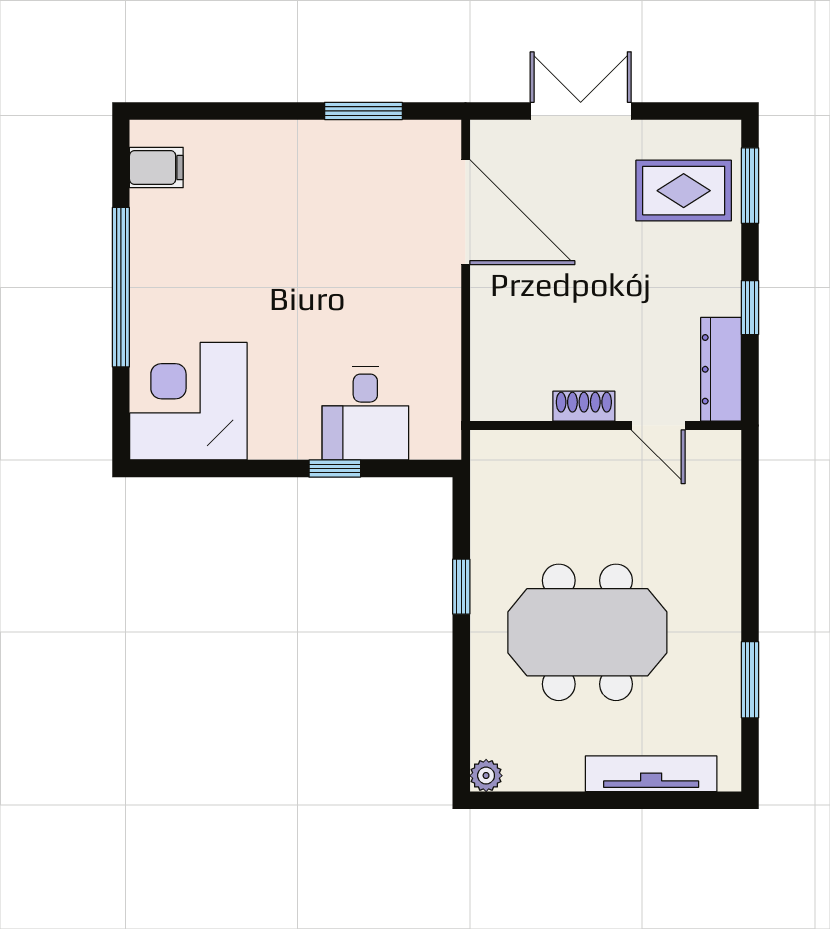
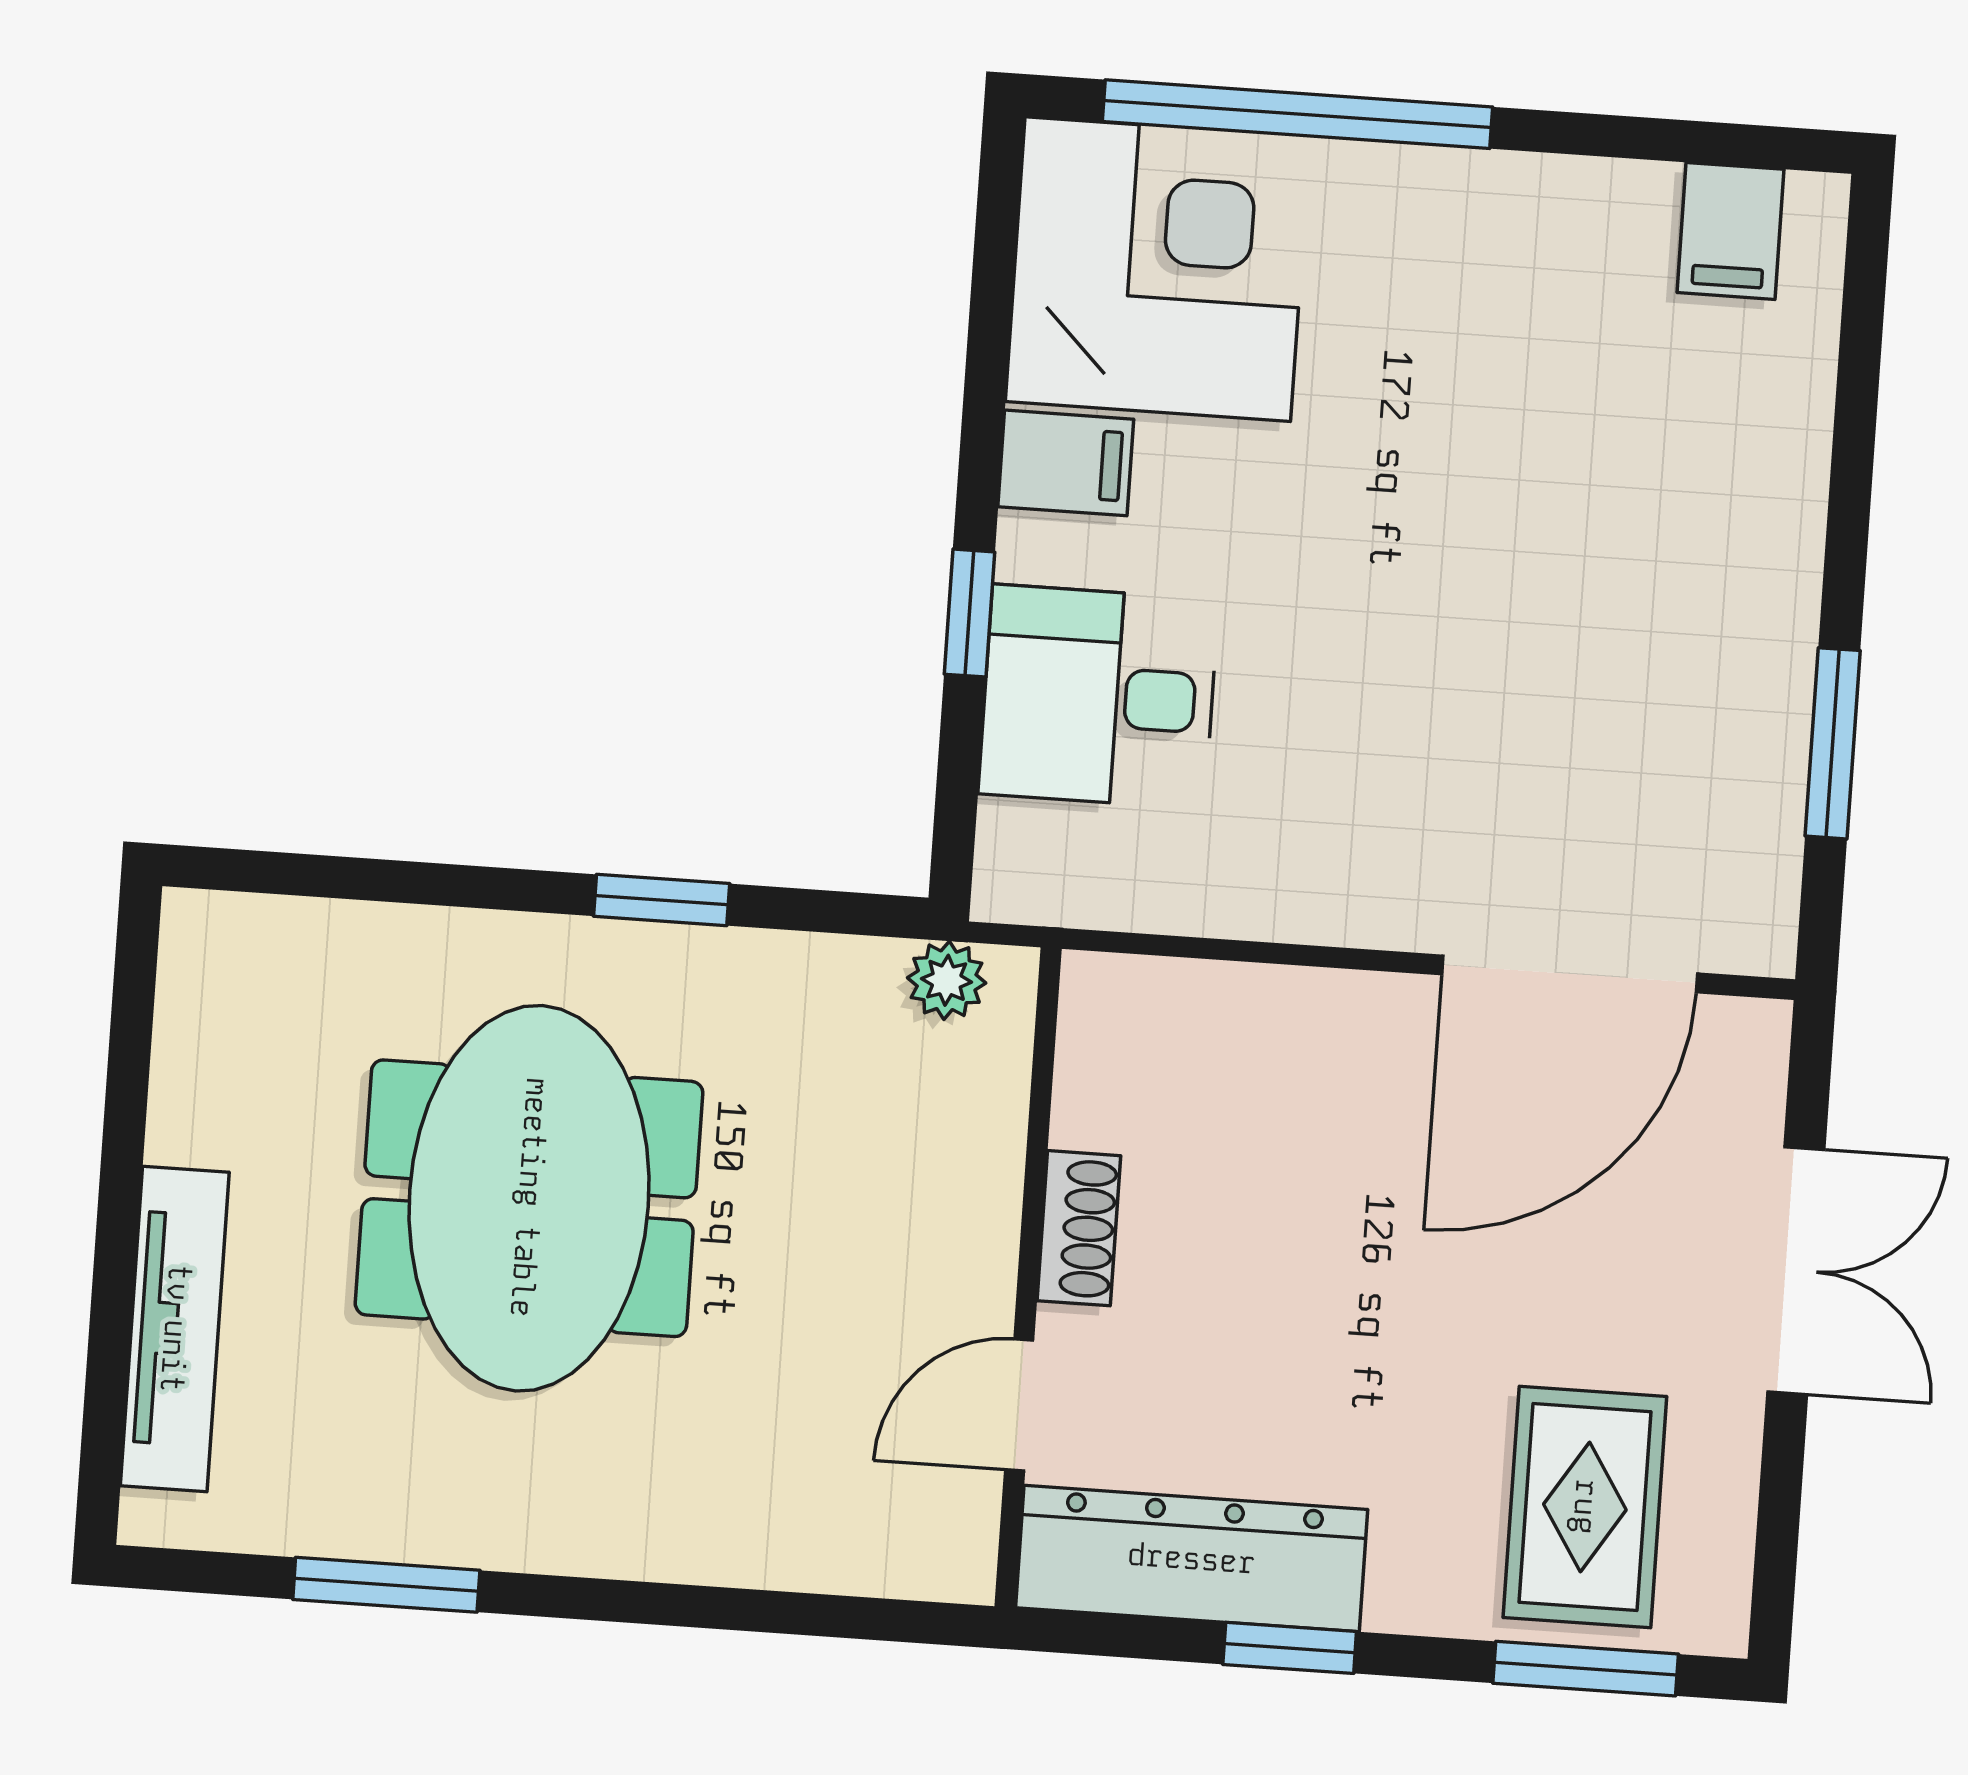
window: (121, 287) -> (1298, 114), moved
dresser: (721, 369) -> (1192, 1559), width x1.37, depth x1.24
filing cabinet: (270, 433) -> (1066, 463), added
plant: (486, 776) -> (947, 980), moved

